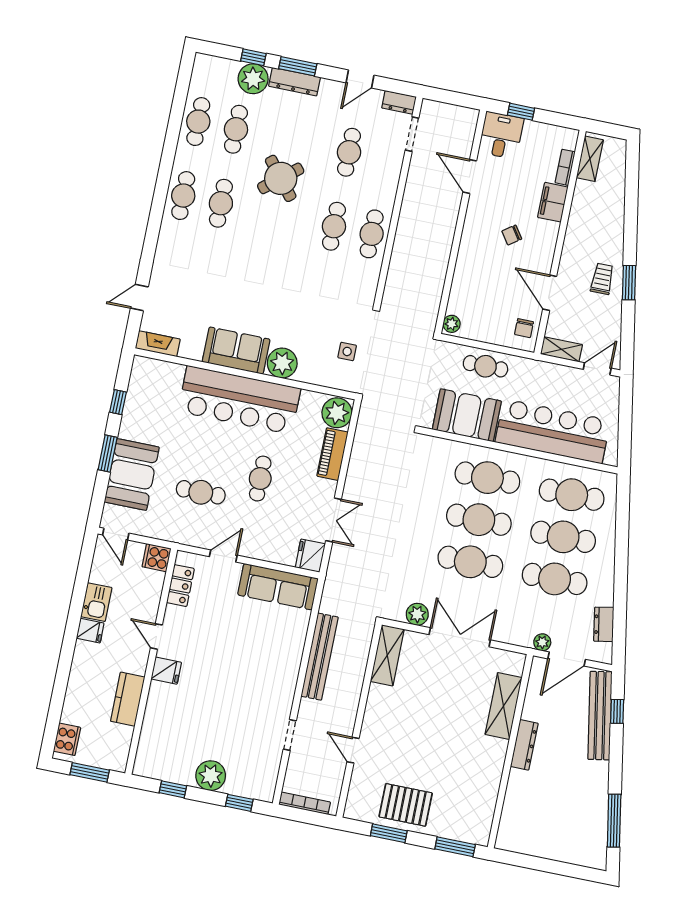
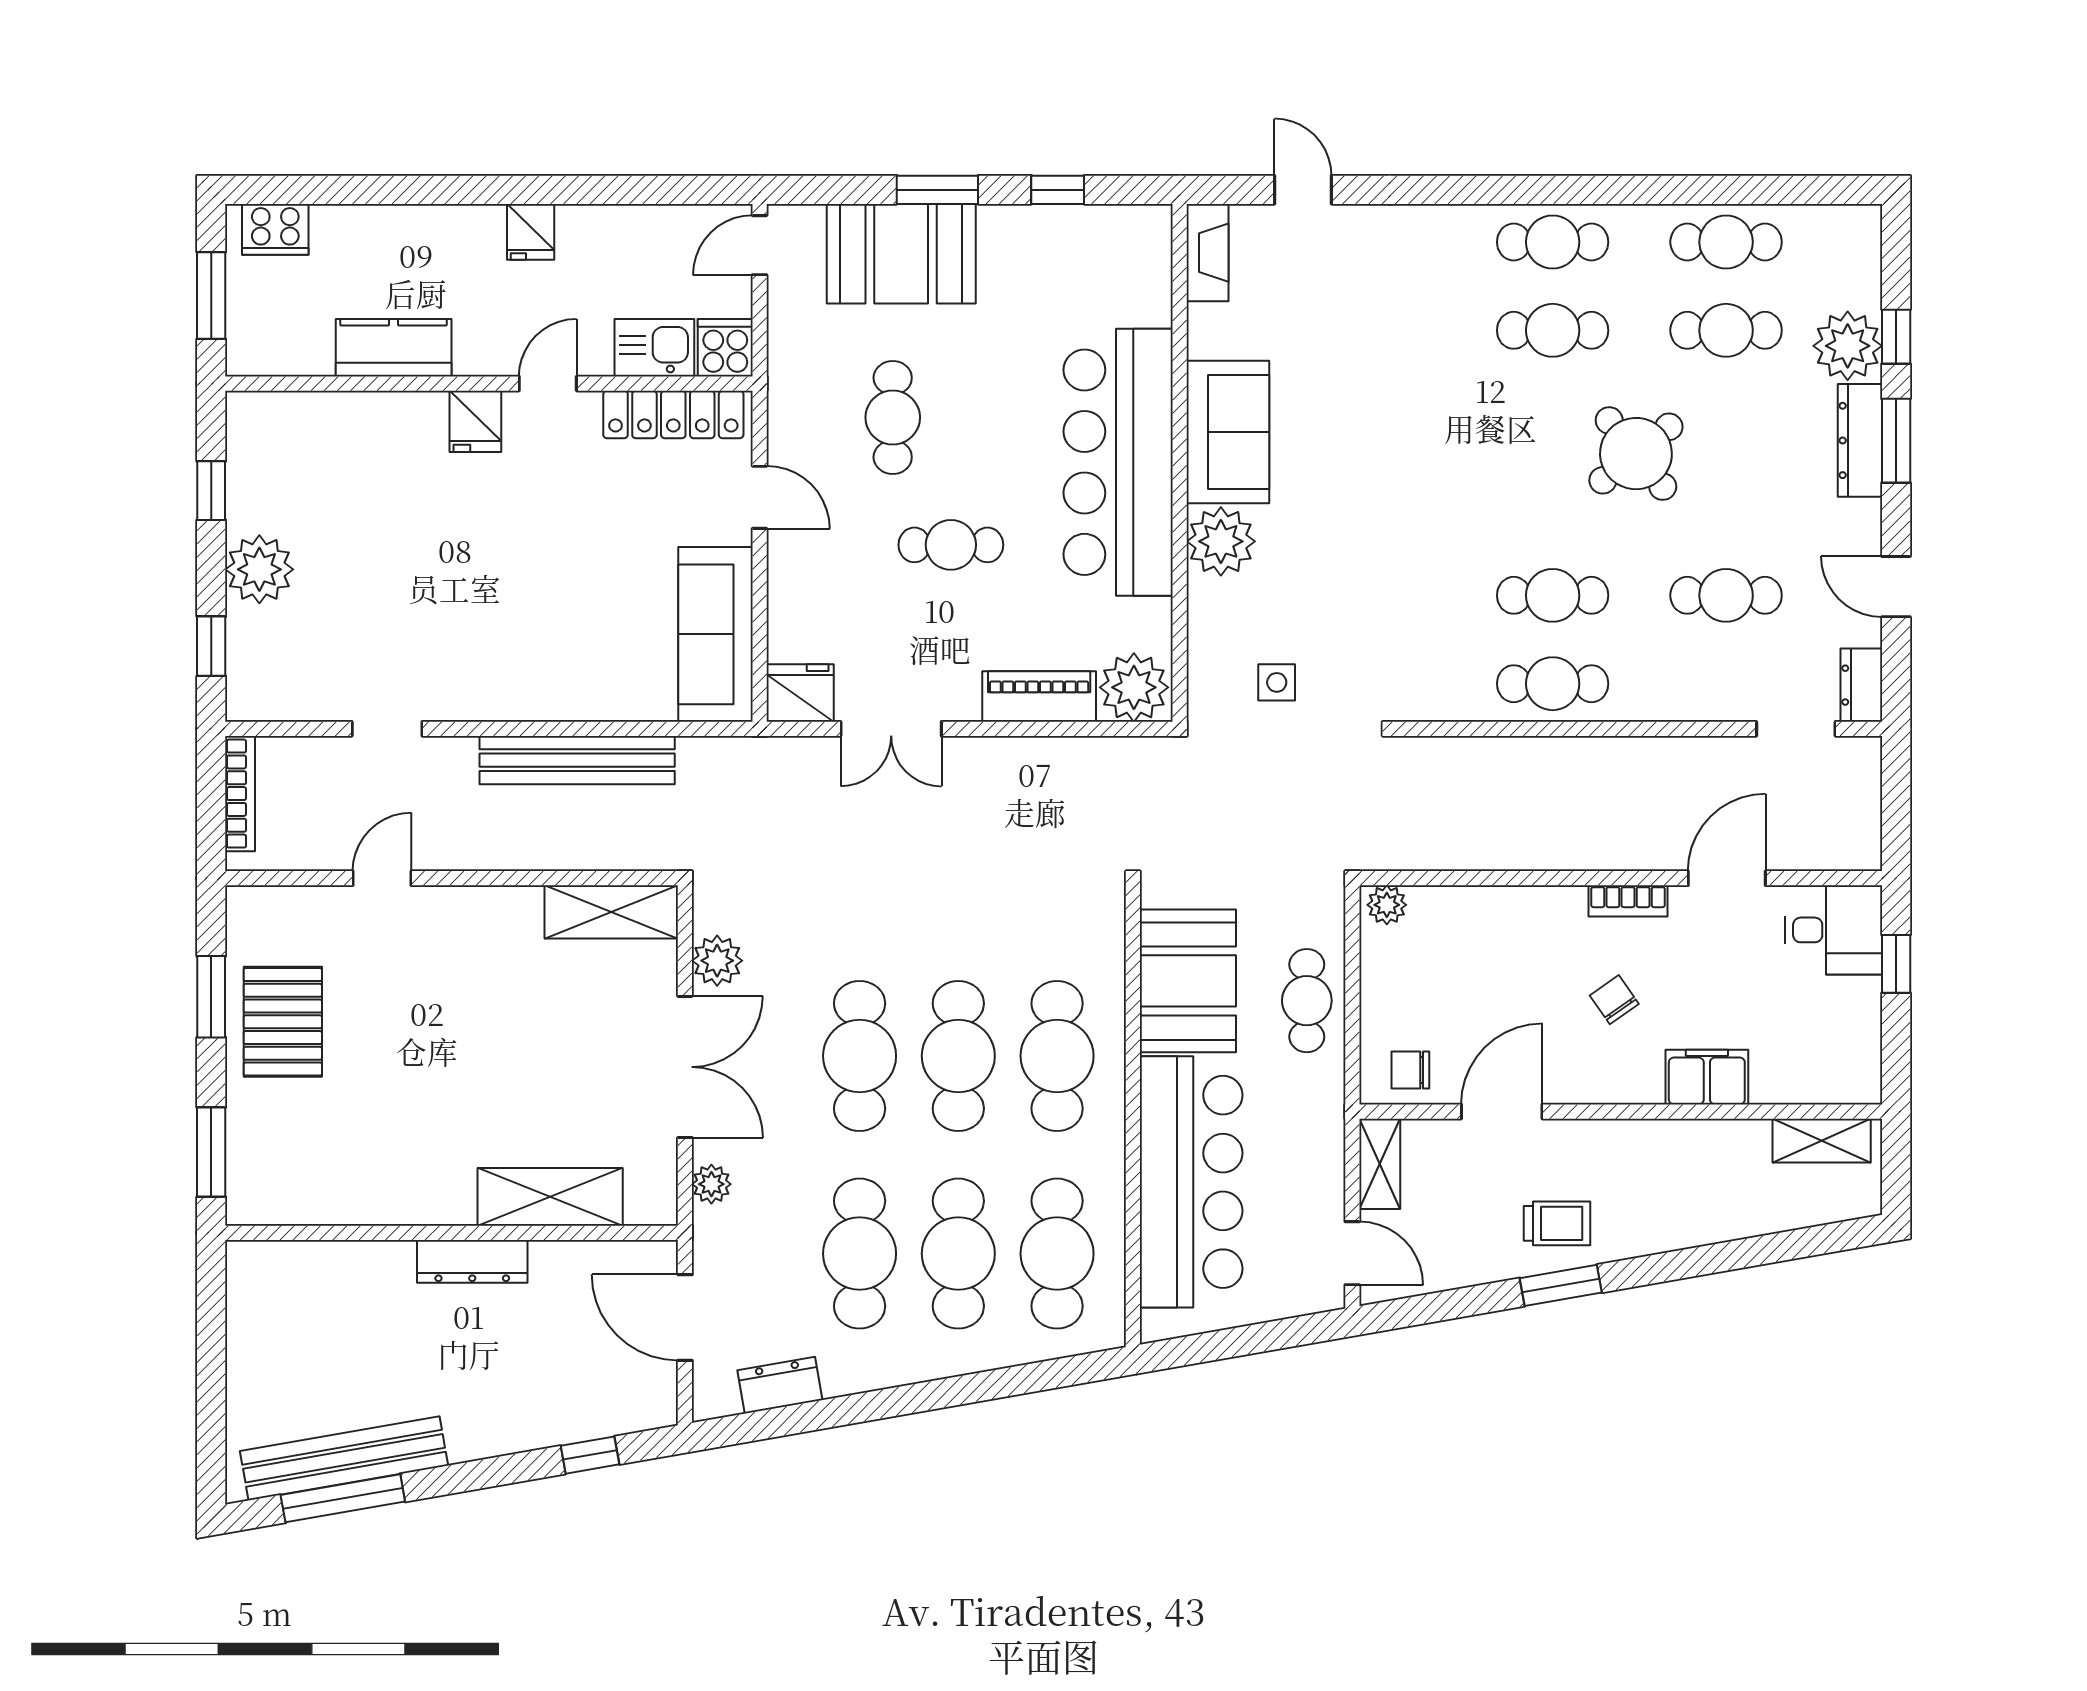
bookcase: (565, 167) -> (1628, 901), moved, turned 180
locker: (180, 586) -> (673, 414), width x1.53
kitchen sink: (96, 602) -> (654, 348), moved, turned 180
plant: (542, 642) -> (711, 1184), moved
bench: (600, 716) -> (344, 1458), moved

